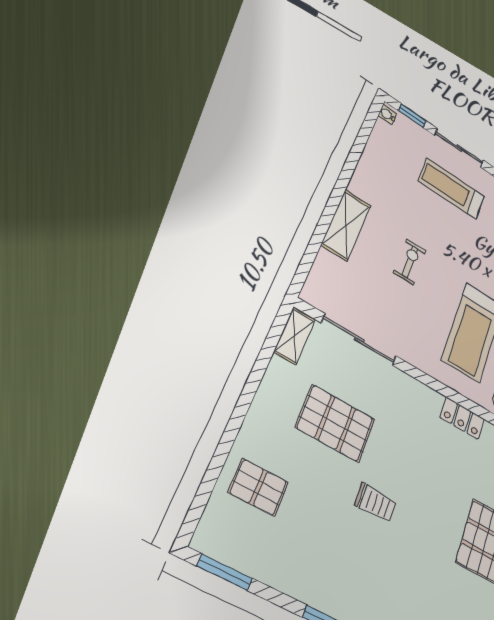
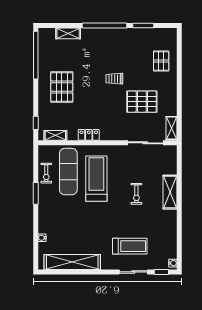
pallet: (258, 487) -> (161, 61), turned 90
window: (225, 572) -> (143, 25), moved

